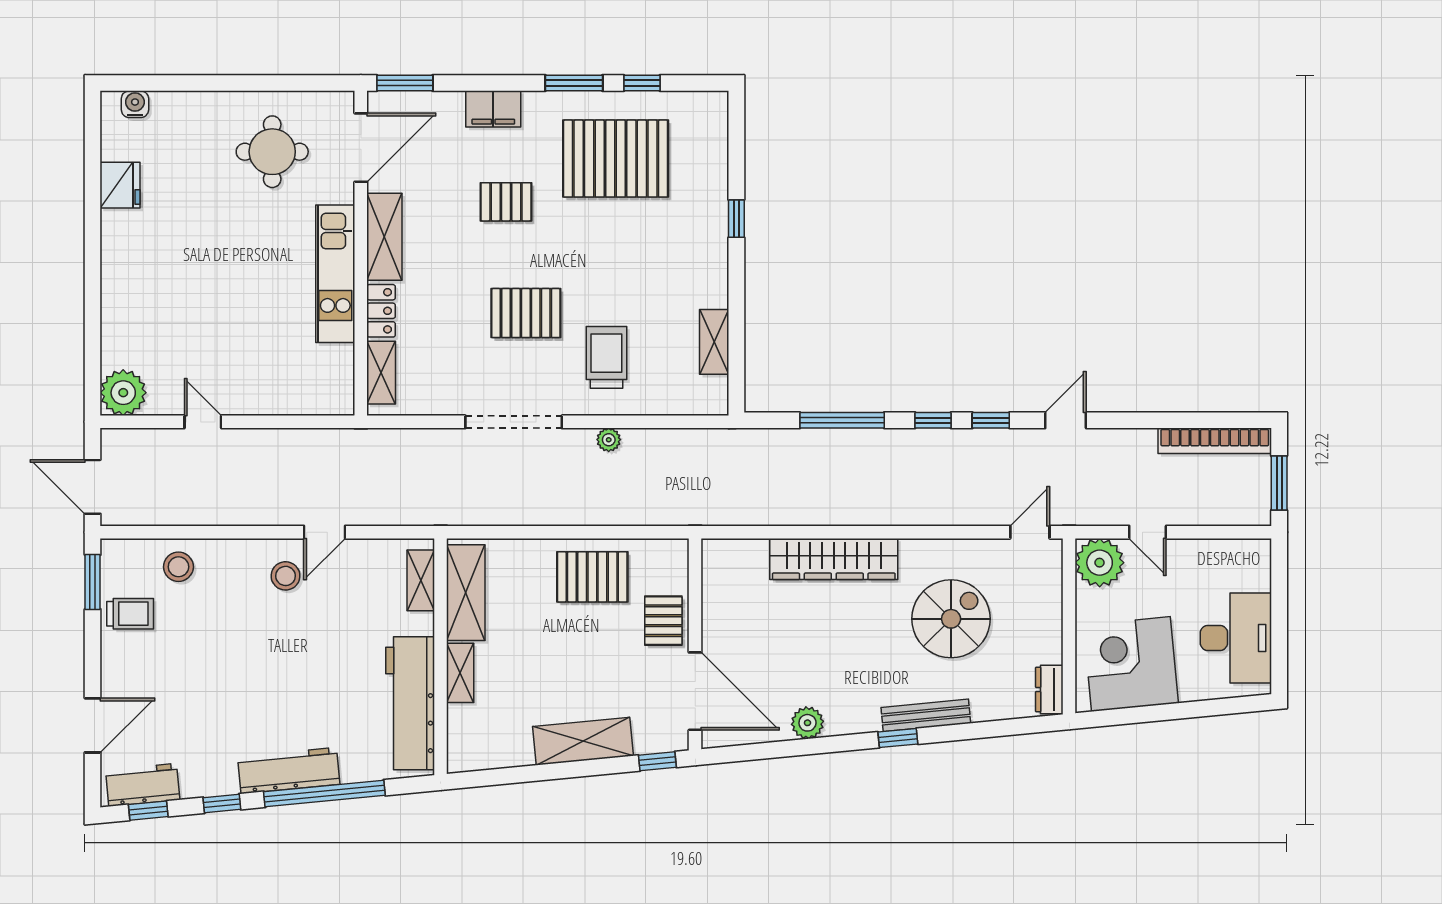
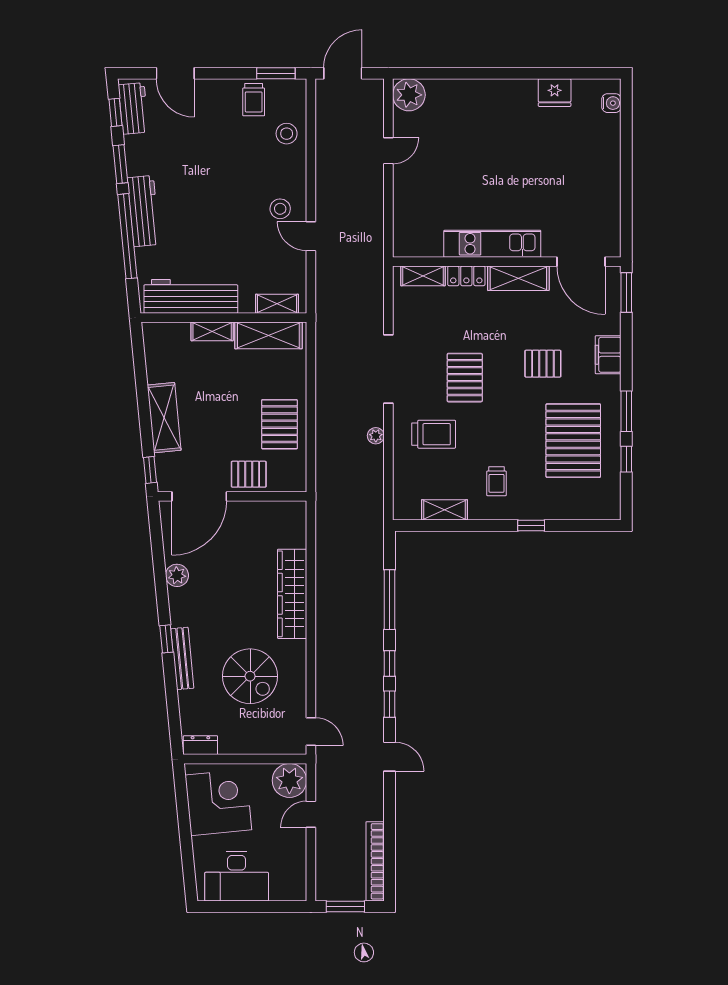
round table: (272, 152) -> (578, 199), removed
pallet: (506, 202) -> (543, 364), turned 90
trolley: (674, 268) -> (497, 481), added
window: (222, 803) -> (120, 164), width x1.50

